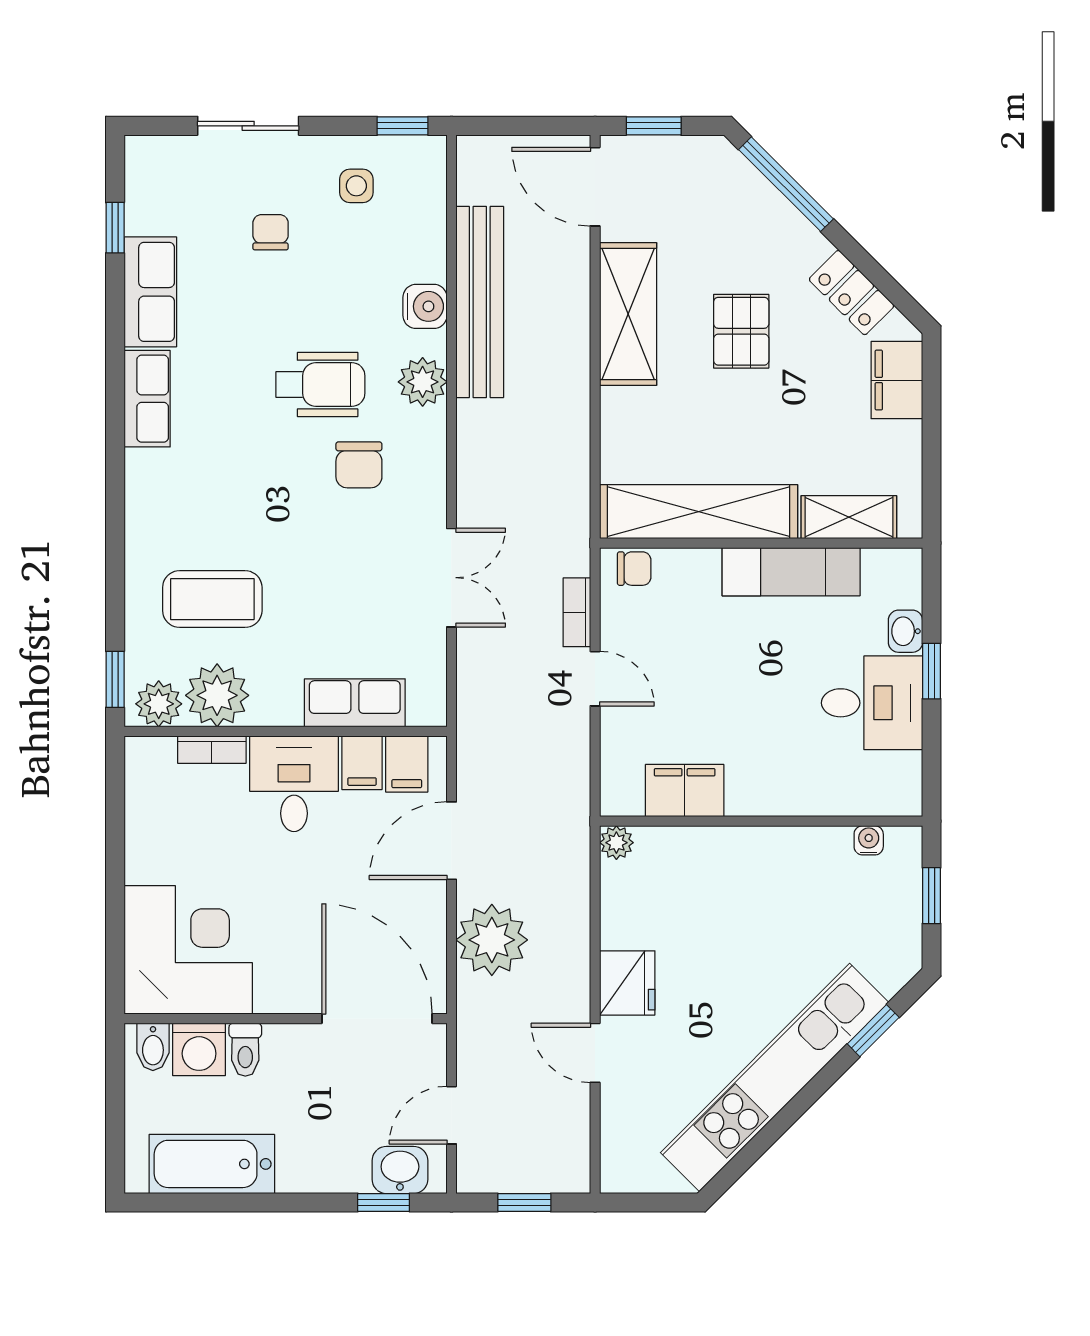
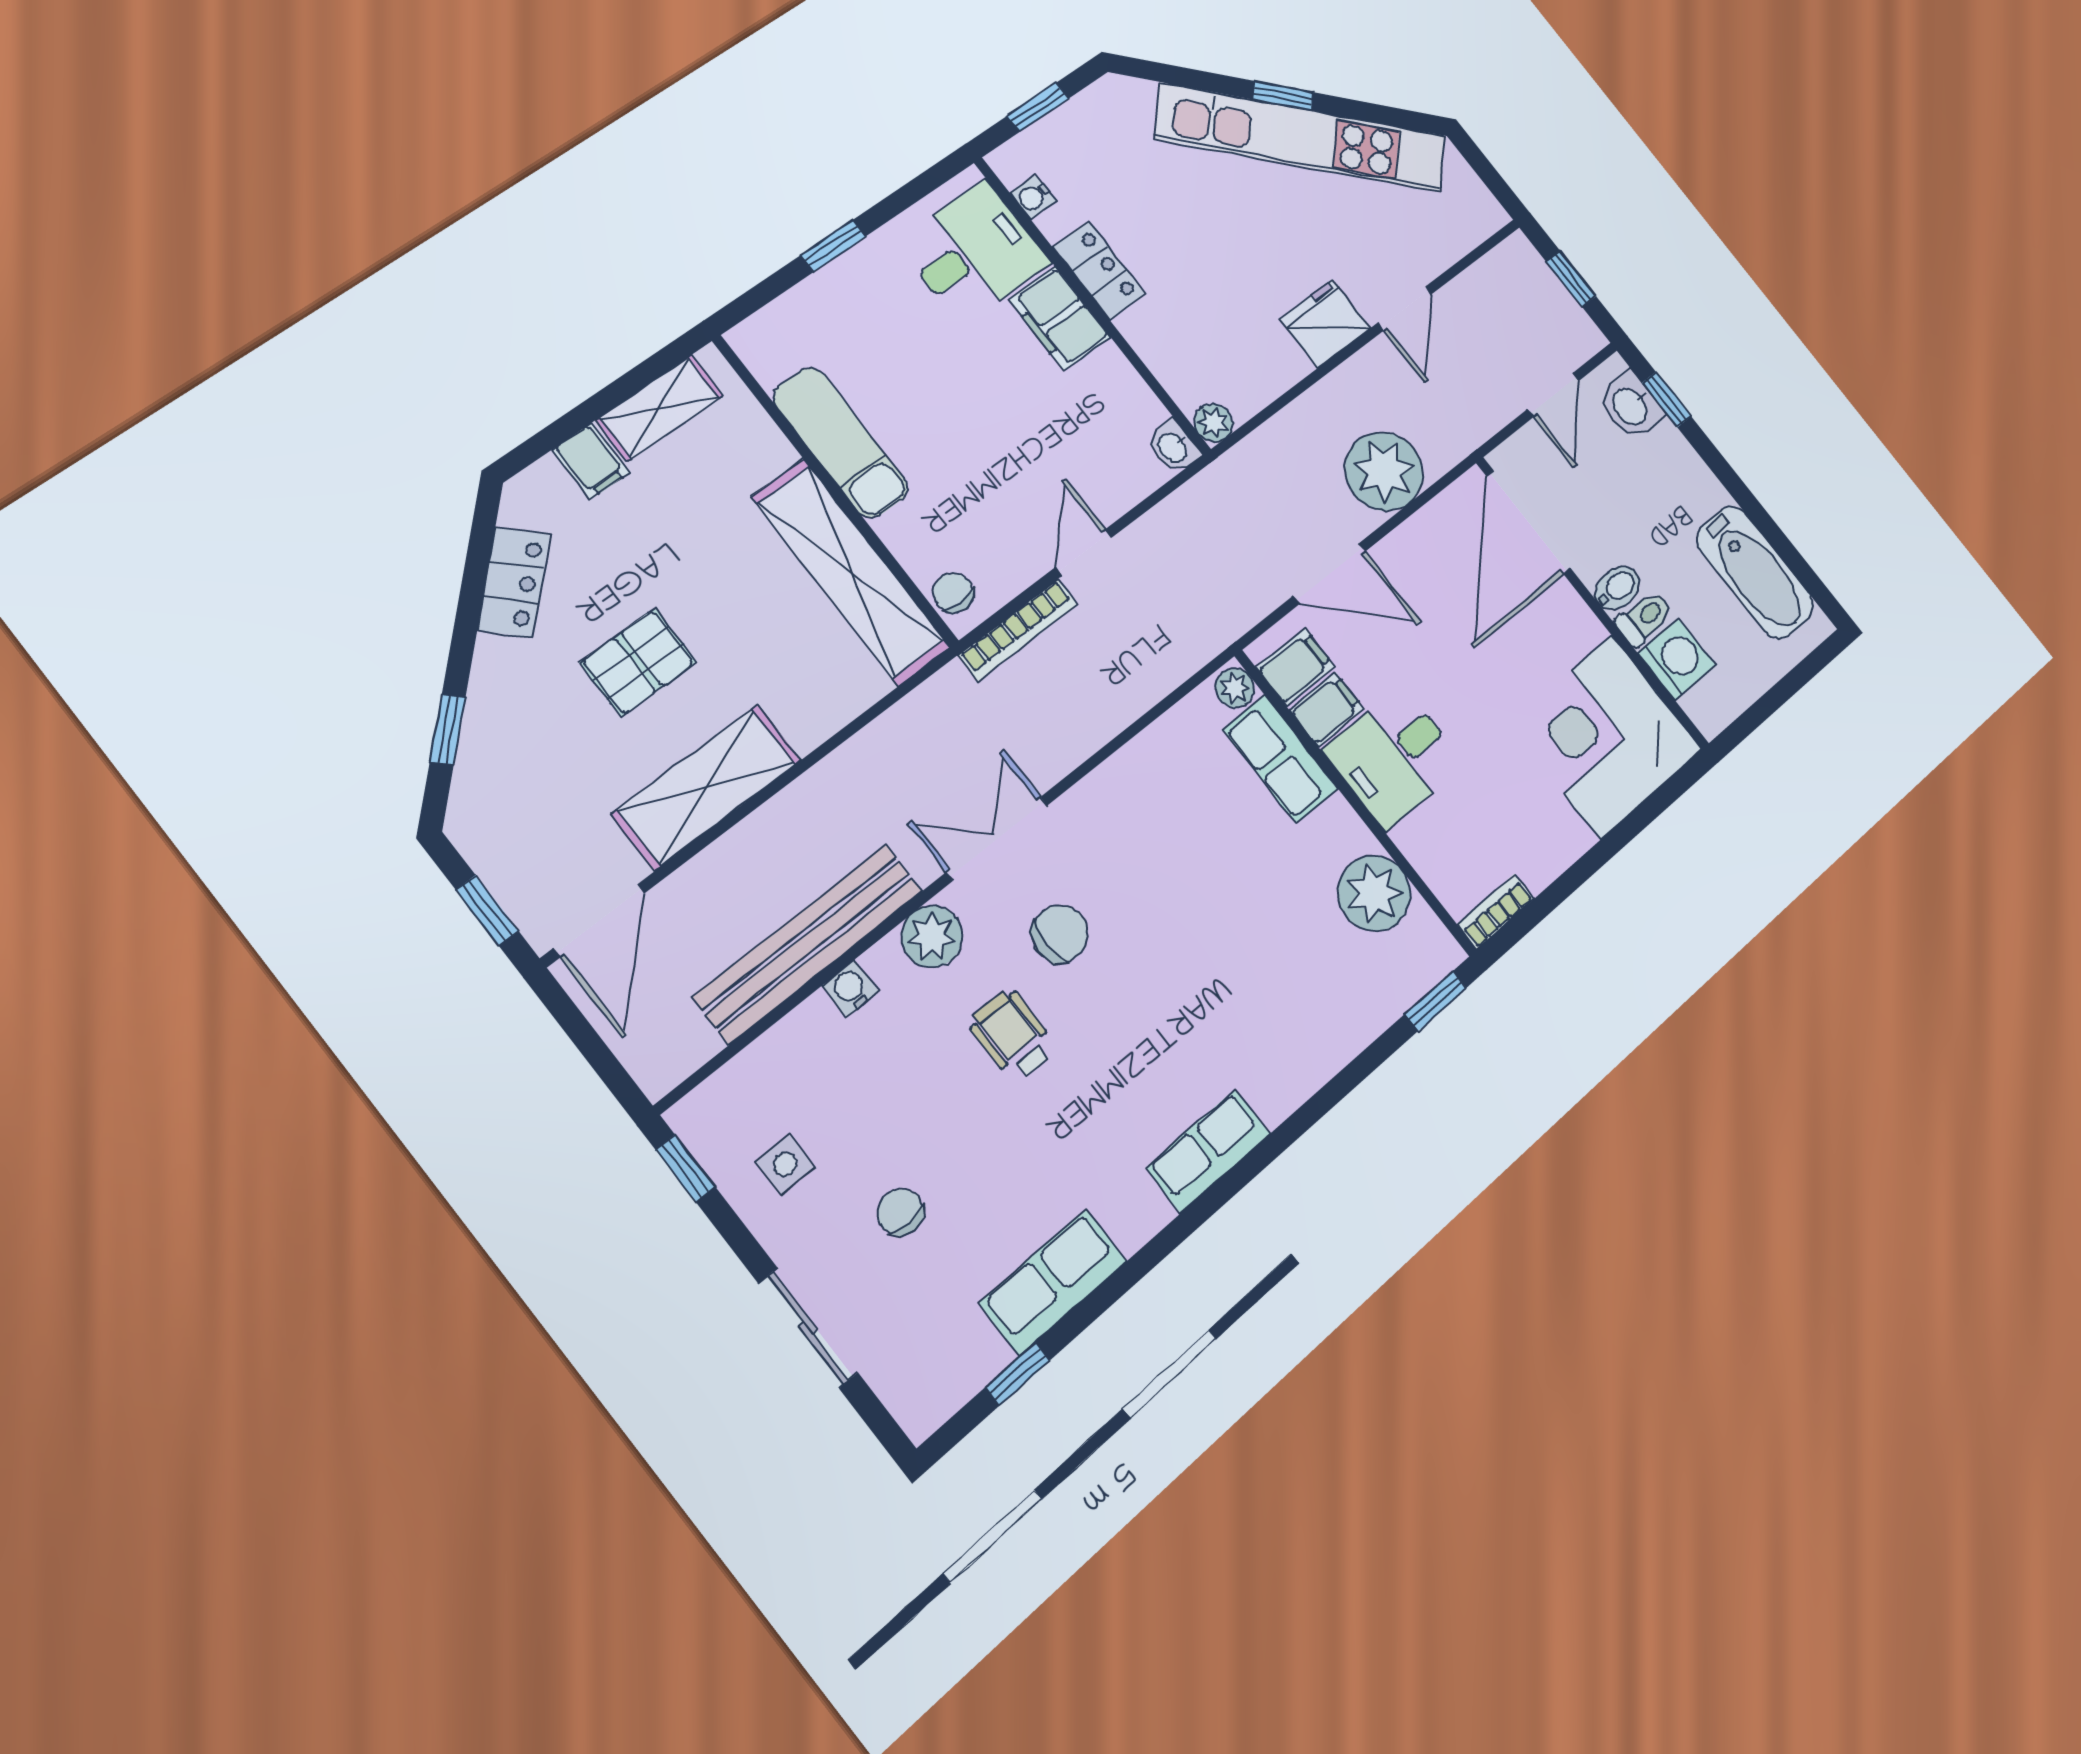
window: (786, 184) -> (448, 730), width x0.46
chair: (271, 232) -> (900, 1212), turned 90
water cooler: (425, 306) -> (850, 988), width x0.72, depth x0.72
filing cabinet: (897, 380) -> (591, 461), width x0.50
wheelchair: (320, 385) -> (1012, 1035), width x0.73, depth x0.73
row of seats: (147, 399) -> (1208, 1151), moved
shelving: (849, 517) -> (659, 408), moved, turned 90
double door: (451, 578) -> (997, 839), moved
coffee table: (212, 599) -> (1293, 971), removed
bookcase: (577, 612) -> (1018, 630), width x1.56
washbasin: (905, 631) -> (1173, 447), moved, turned 90
desk: (872, 703) -> (974, 252), moved, turned 90
plant: (159, 704) -> (1235, 688), moved, width x0.73, depth x0.73
bookcase: (212, 750) -> (1496, 912), moved, turned -90
filing cabinet: (685, 791) -> (1060, 318), moved
locker: (783, 846) -> (1099, 270), added
window: (873, 1031) -> (1283, 96), moved
bidet: (153, 1047) -> (1617, 588), moved
door: (451, 1115) -> (1553, 395), hinge flipped

